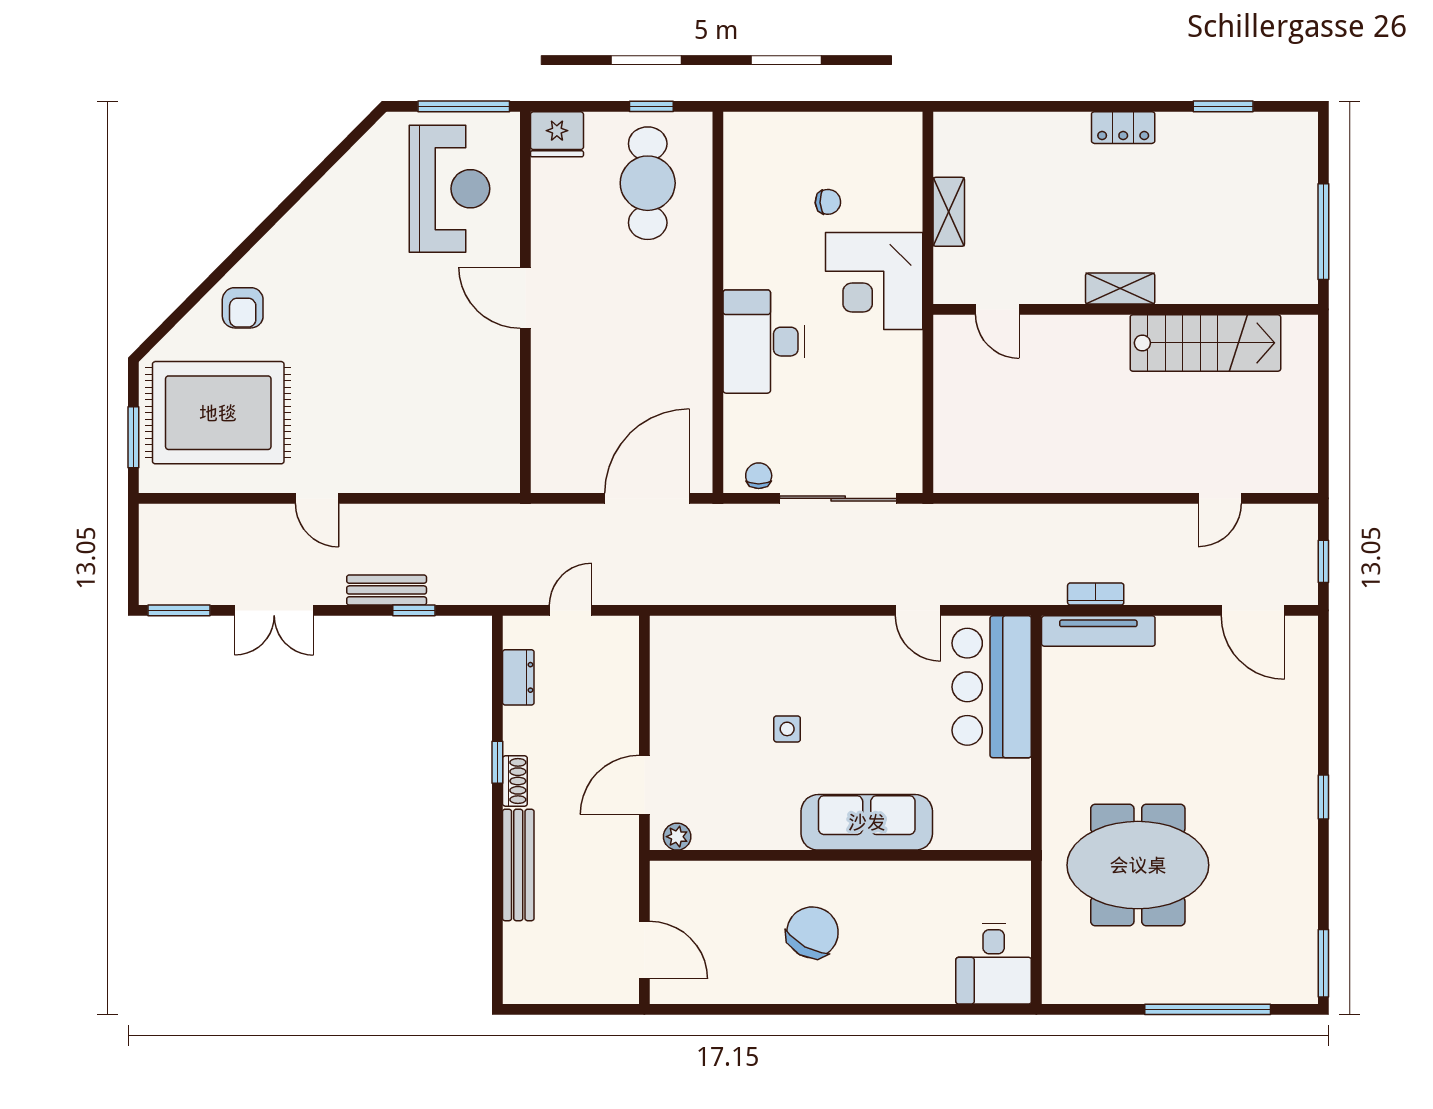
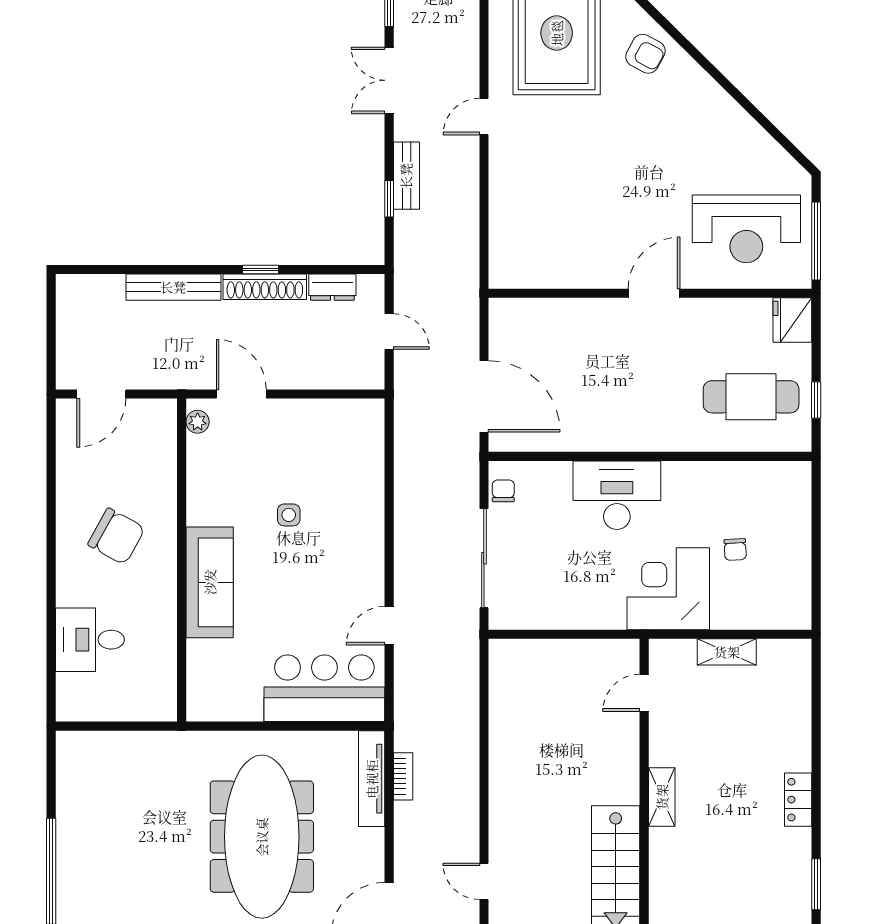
armchair: (243, 308) -> (645, 54), turned -152
chair: (759, 476) -> (503, 491), turned -90
shoe rack: (515, 781) -> (265, 287), width x1.94, depth x1.24
meeting table: (1138, 865) -> (262, 837), moved, width x1.36
desk: (994, 964) -> (90, 640), moved

